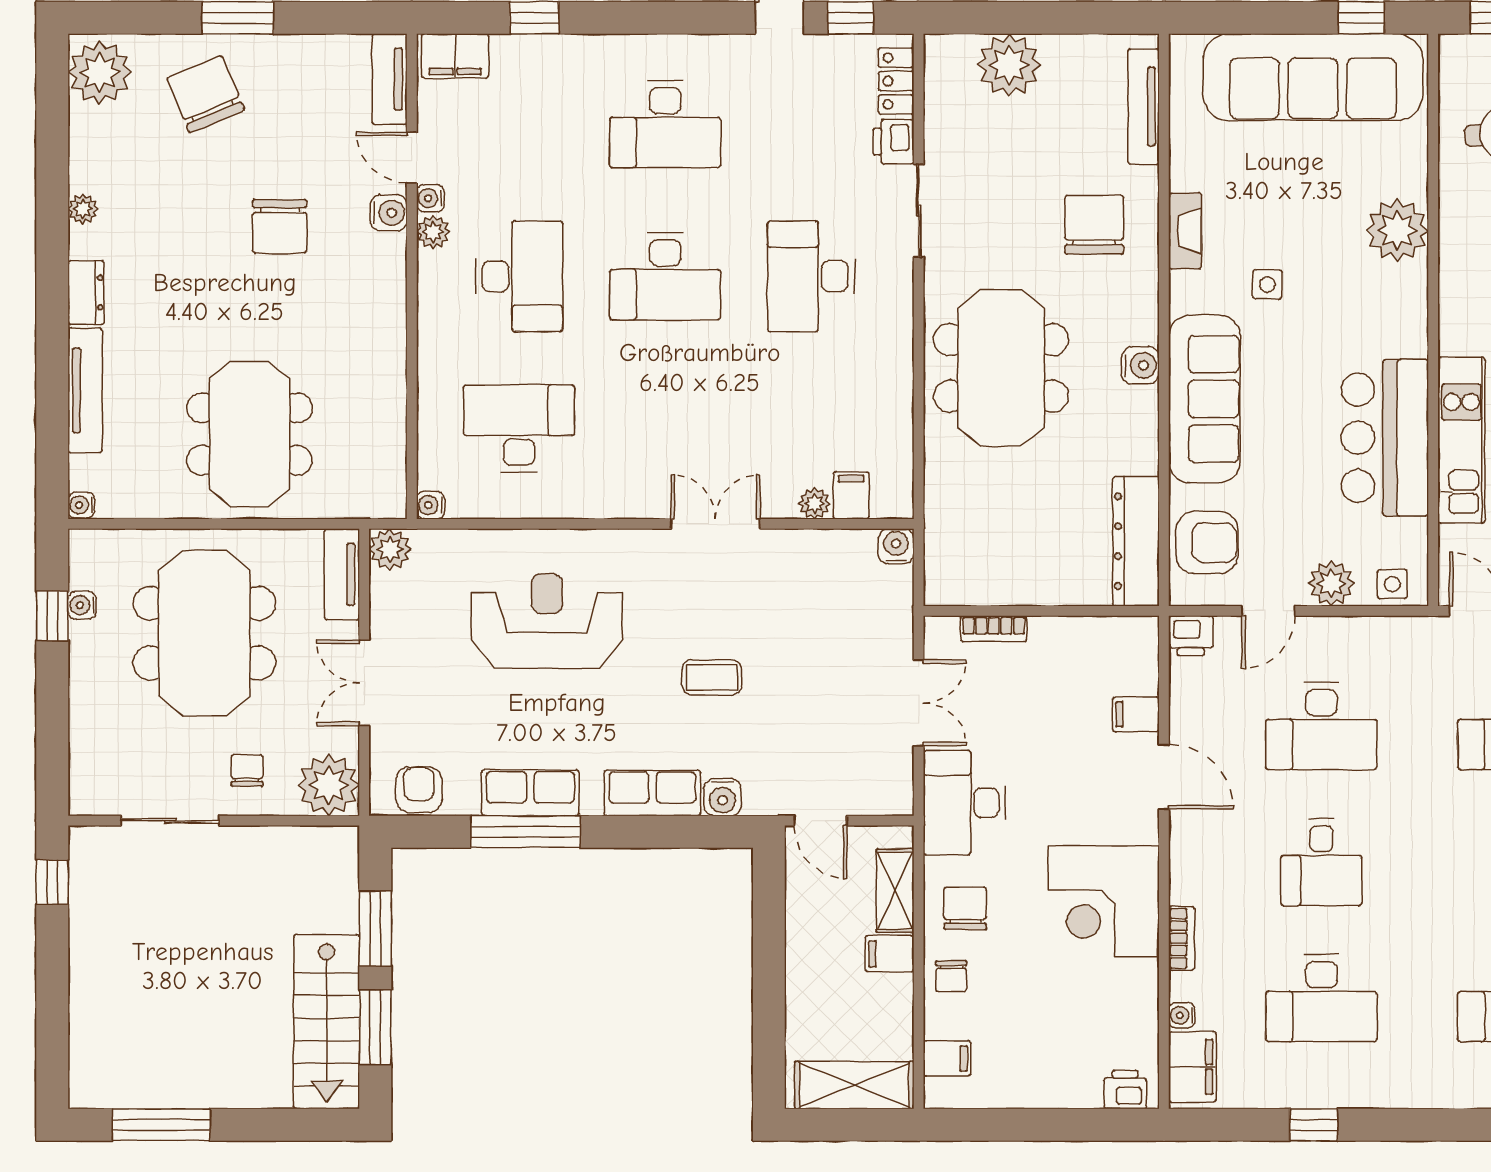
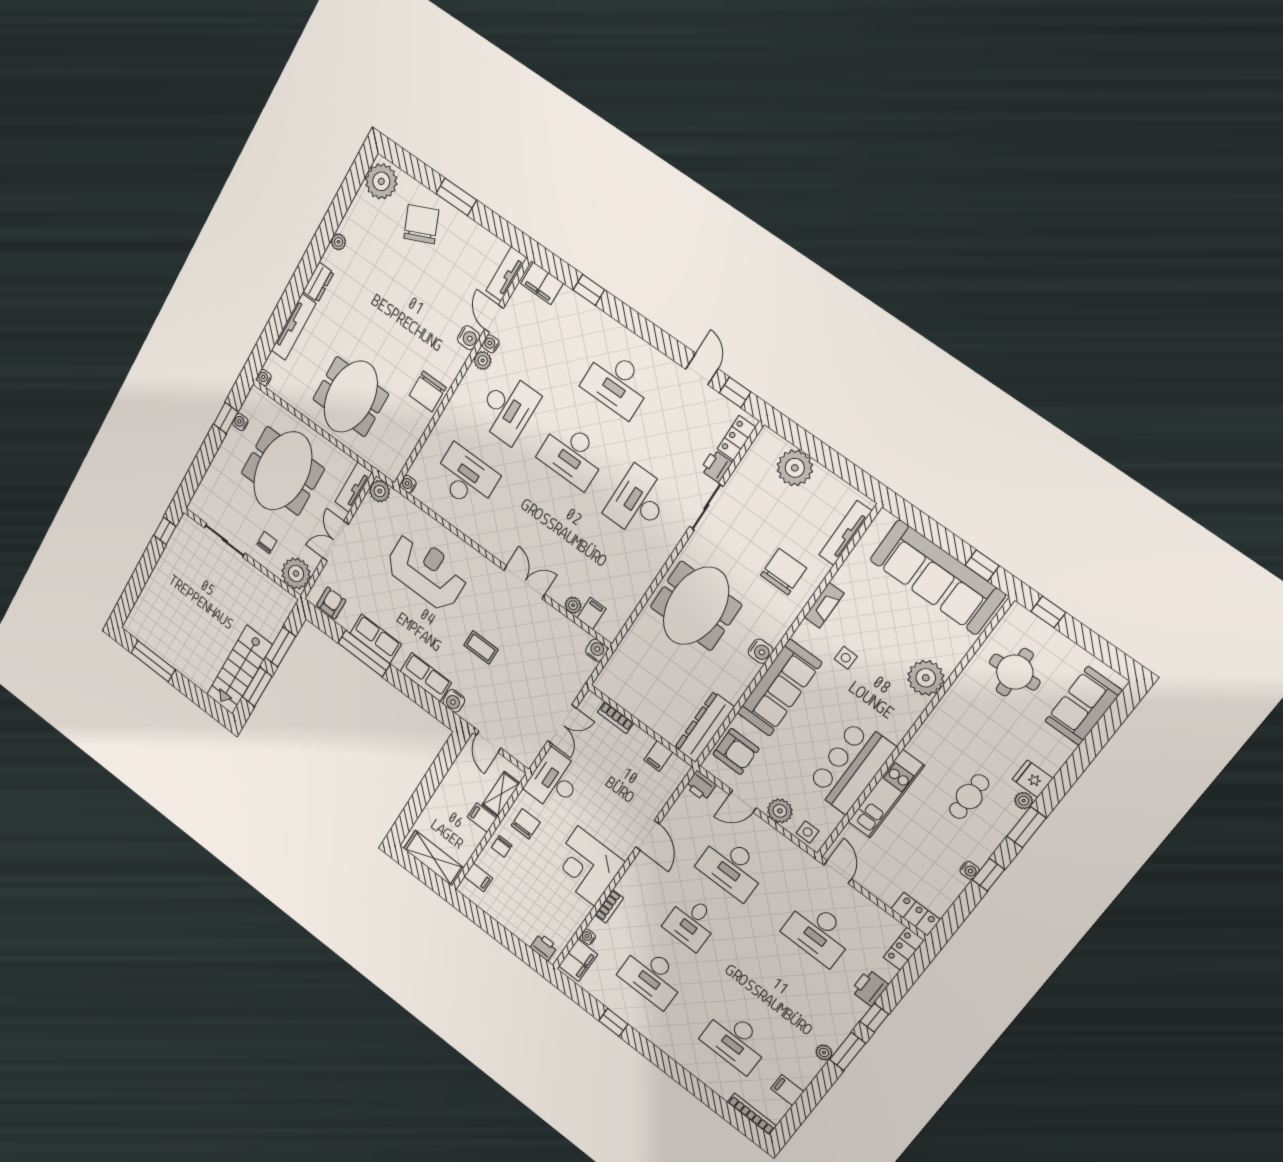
chair: (280, 226) -> (428, 391), moved
filing cabinet: (1136, 714) -> (658, 756), moved, turned -90

